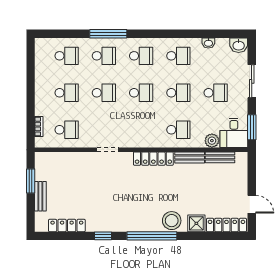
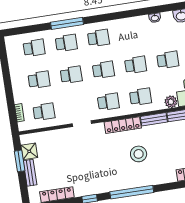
school desk: (178, 56) -> (108, 102), moved
stool: (172, 221) -> (139, 154), moved
shower: (196, 223) -> (29, 151), moved

